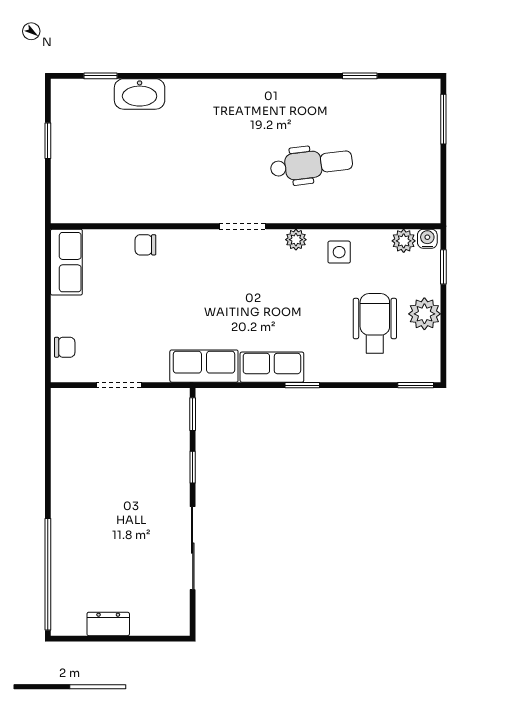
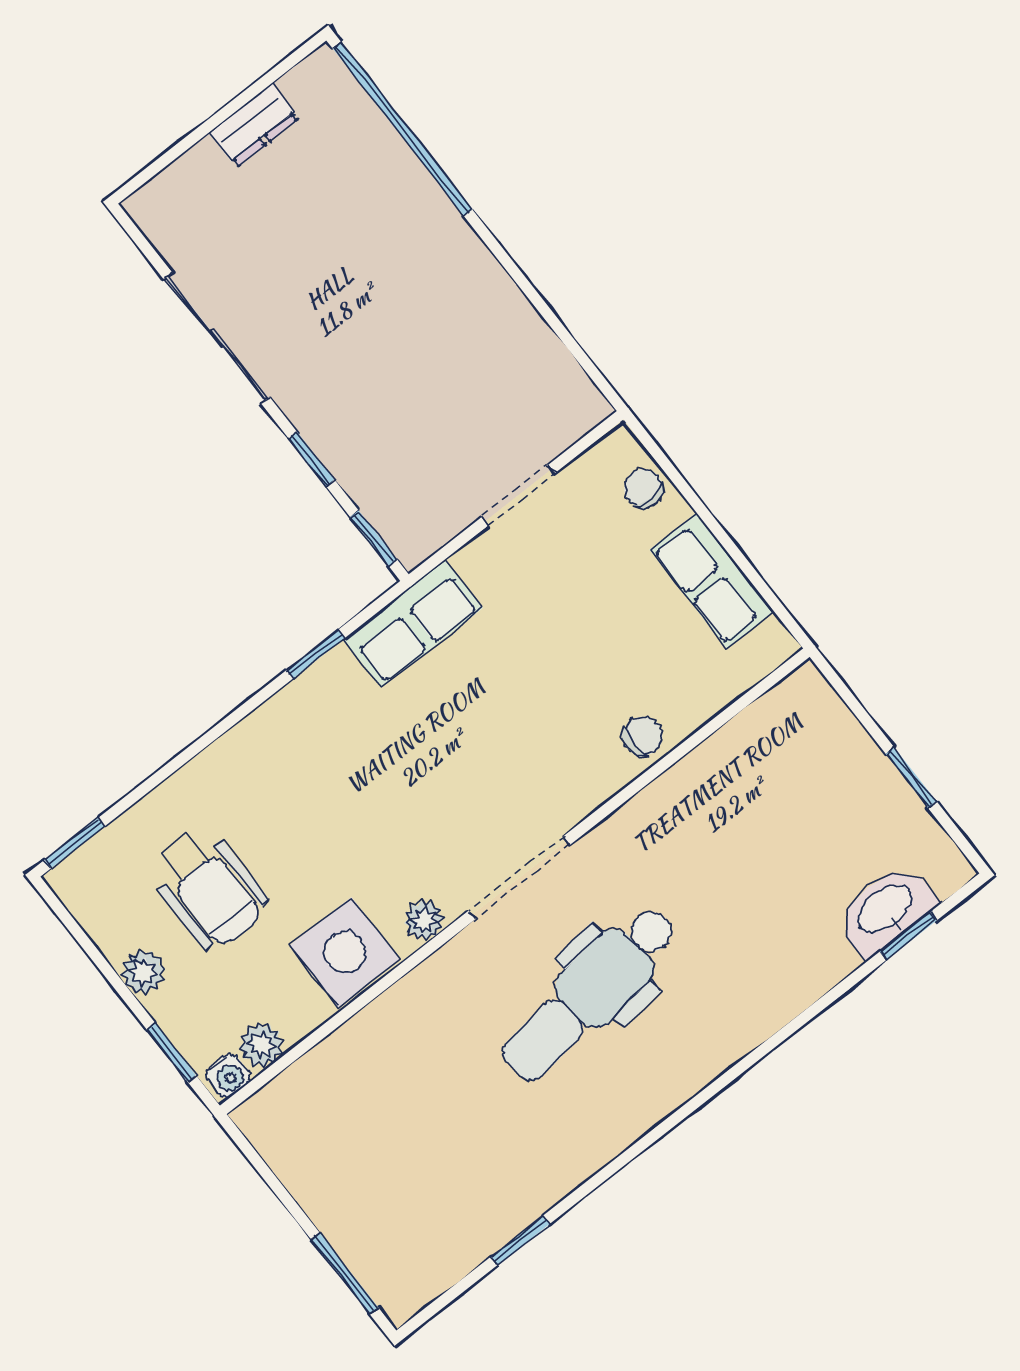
washbasin: (140, 94) -> (886, 910), moved
dental chair: (311, 164) -> (589, 994), moved, width x1.36, depth x1.38
doorway: (243, 226) -> (519, 878), width x1.38
side table: (339, 252) -> (345, 952), width x1.87, depth x1.87
row of seats: (66, 262) -> (712, 581), moved
plant: (424, 314) -> (143, 972), width x0.73, depth x0.73
chair: (65, 347) -> (644, 488), turned 90
row of seats: (272, 367) -> (310, 702), removed
window: (302, 385) -> (316, 654), moved

